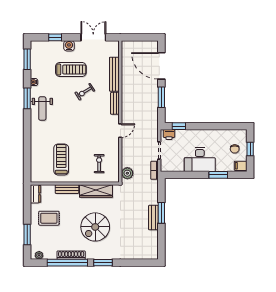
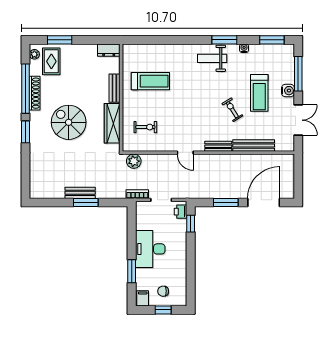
window: (55, 37) -> (298, 74), width x2.17
rug: (49, 218) -> (51, 61), moved

